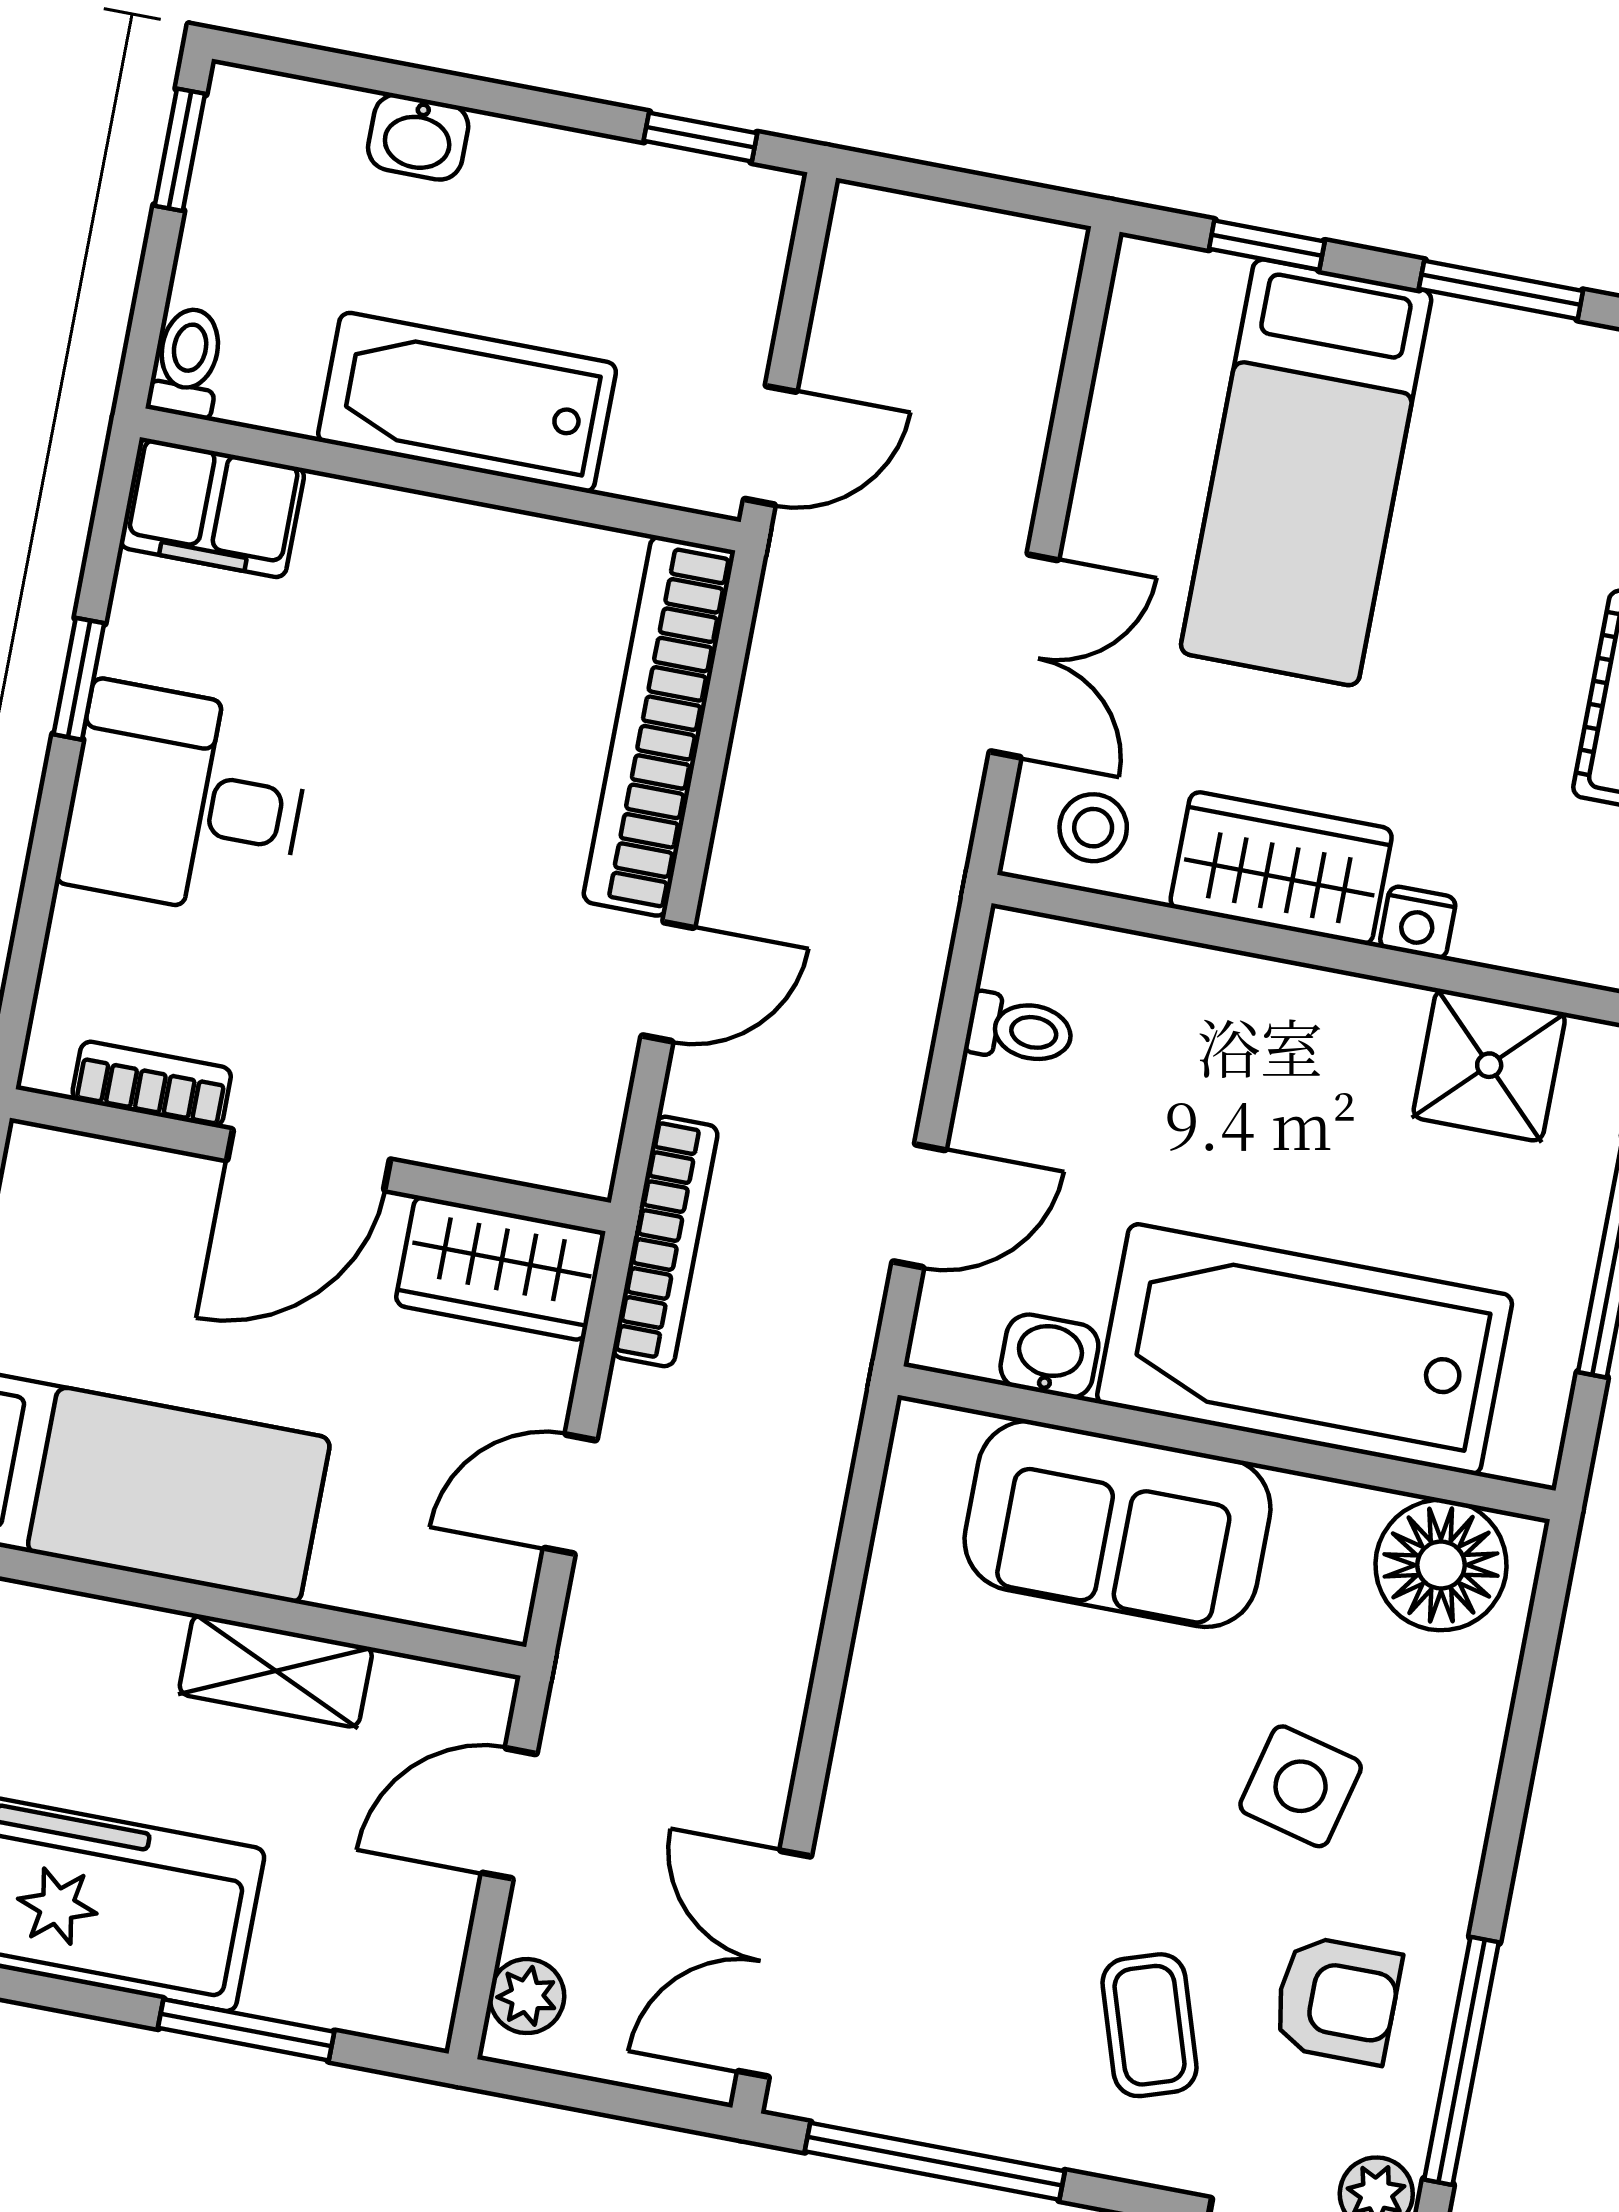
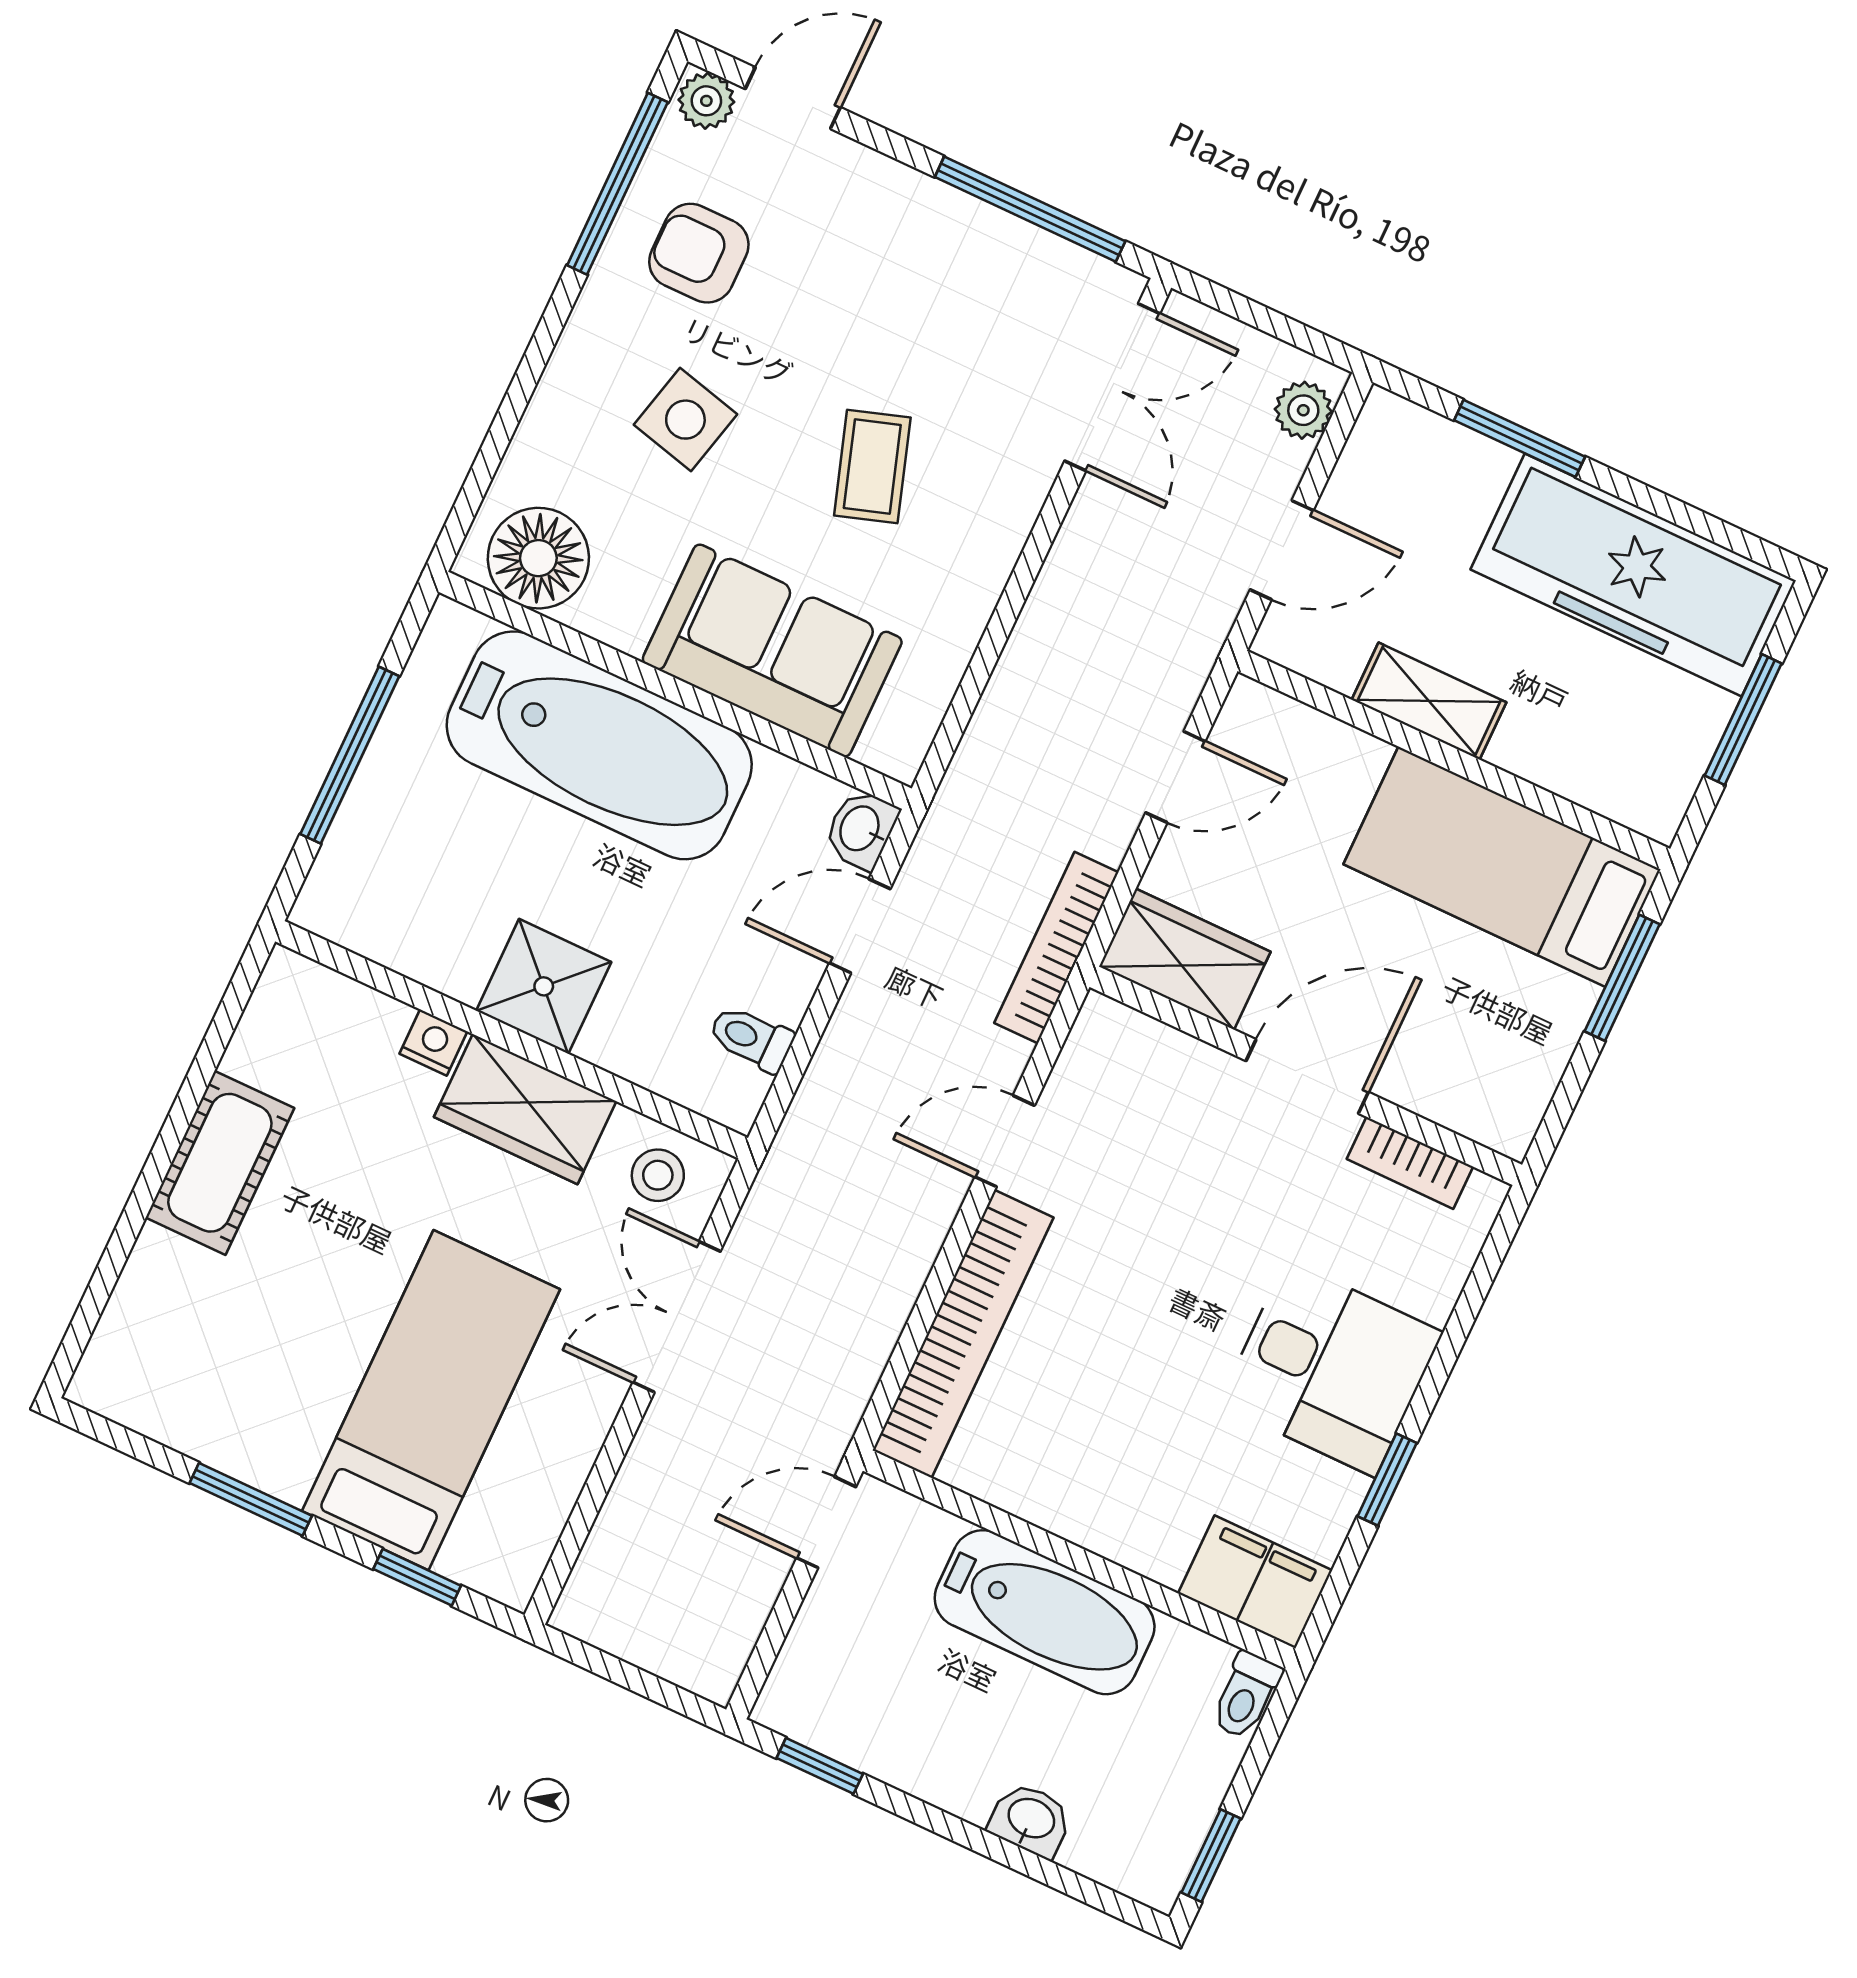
shower: (1489, 1065) -> (544, 986), moved
washbasin: (1049, 1356) -> (861, 829), moved, turned 90
coffee table: (1150, 2025) -> (872, 466), moved

